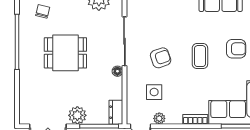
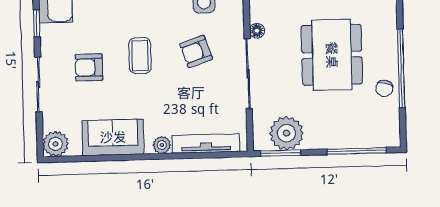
chair: (43, 11) -> (384, 88), moved
dining table: (65, 53) -> (332, 55), width x1.37

